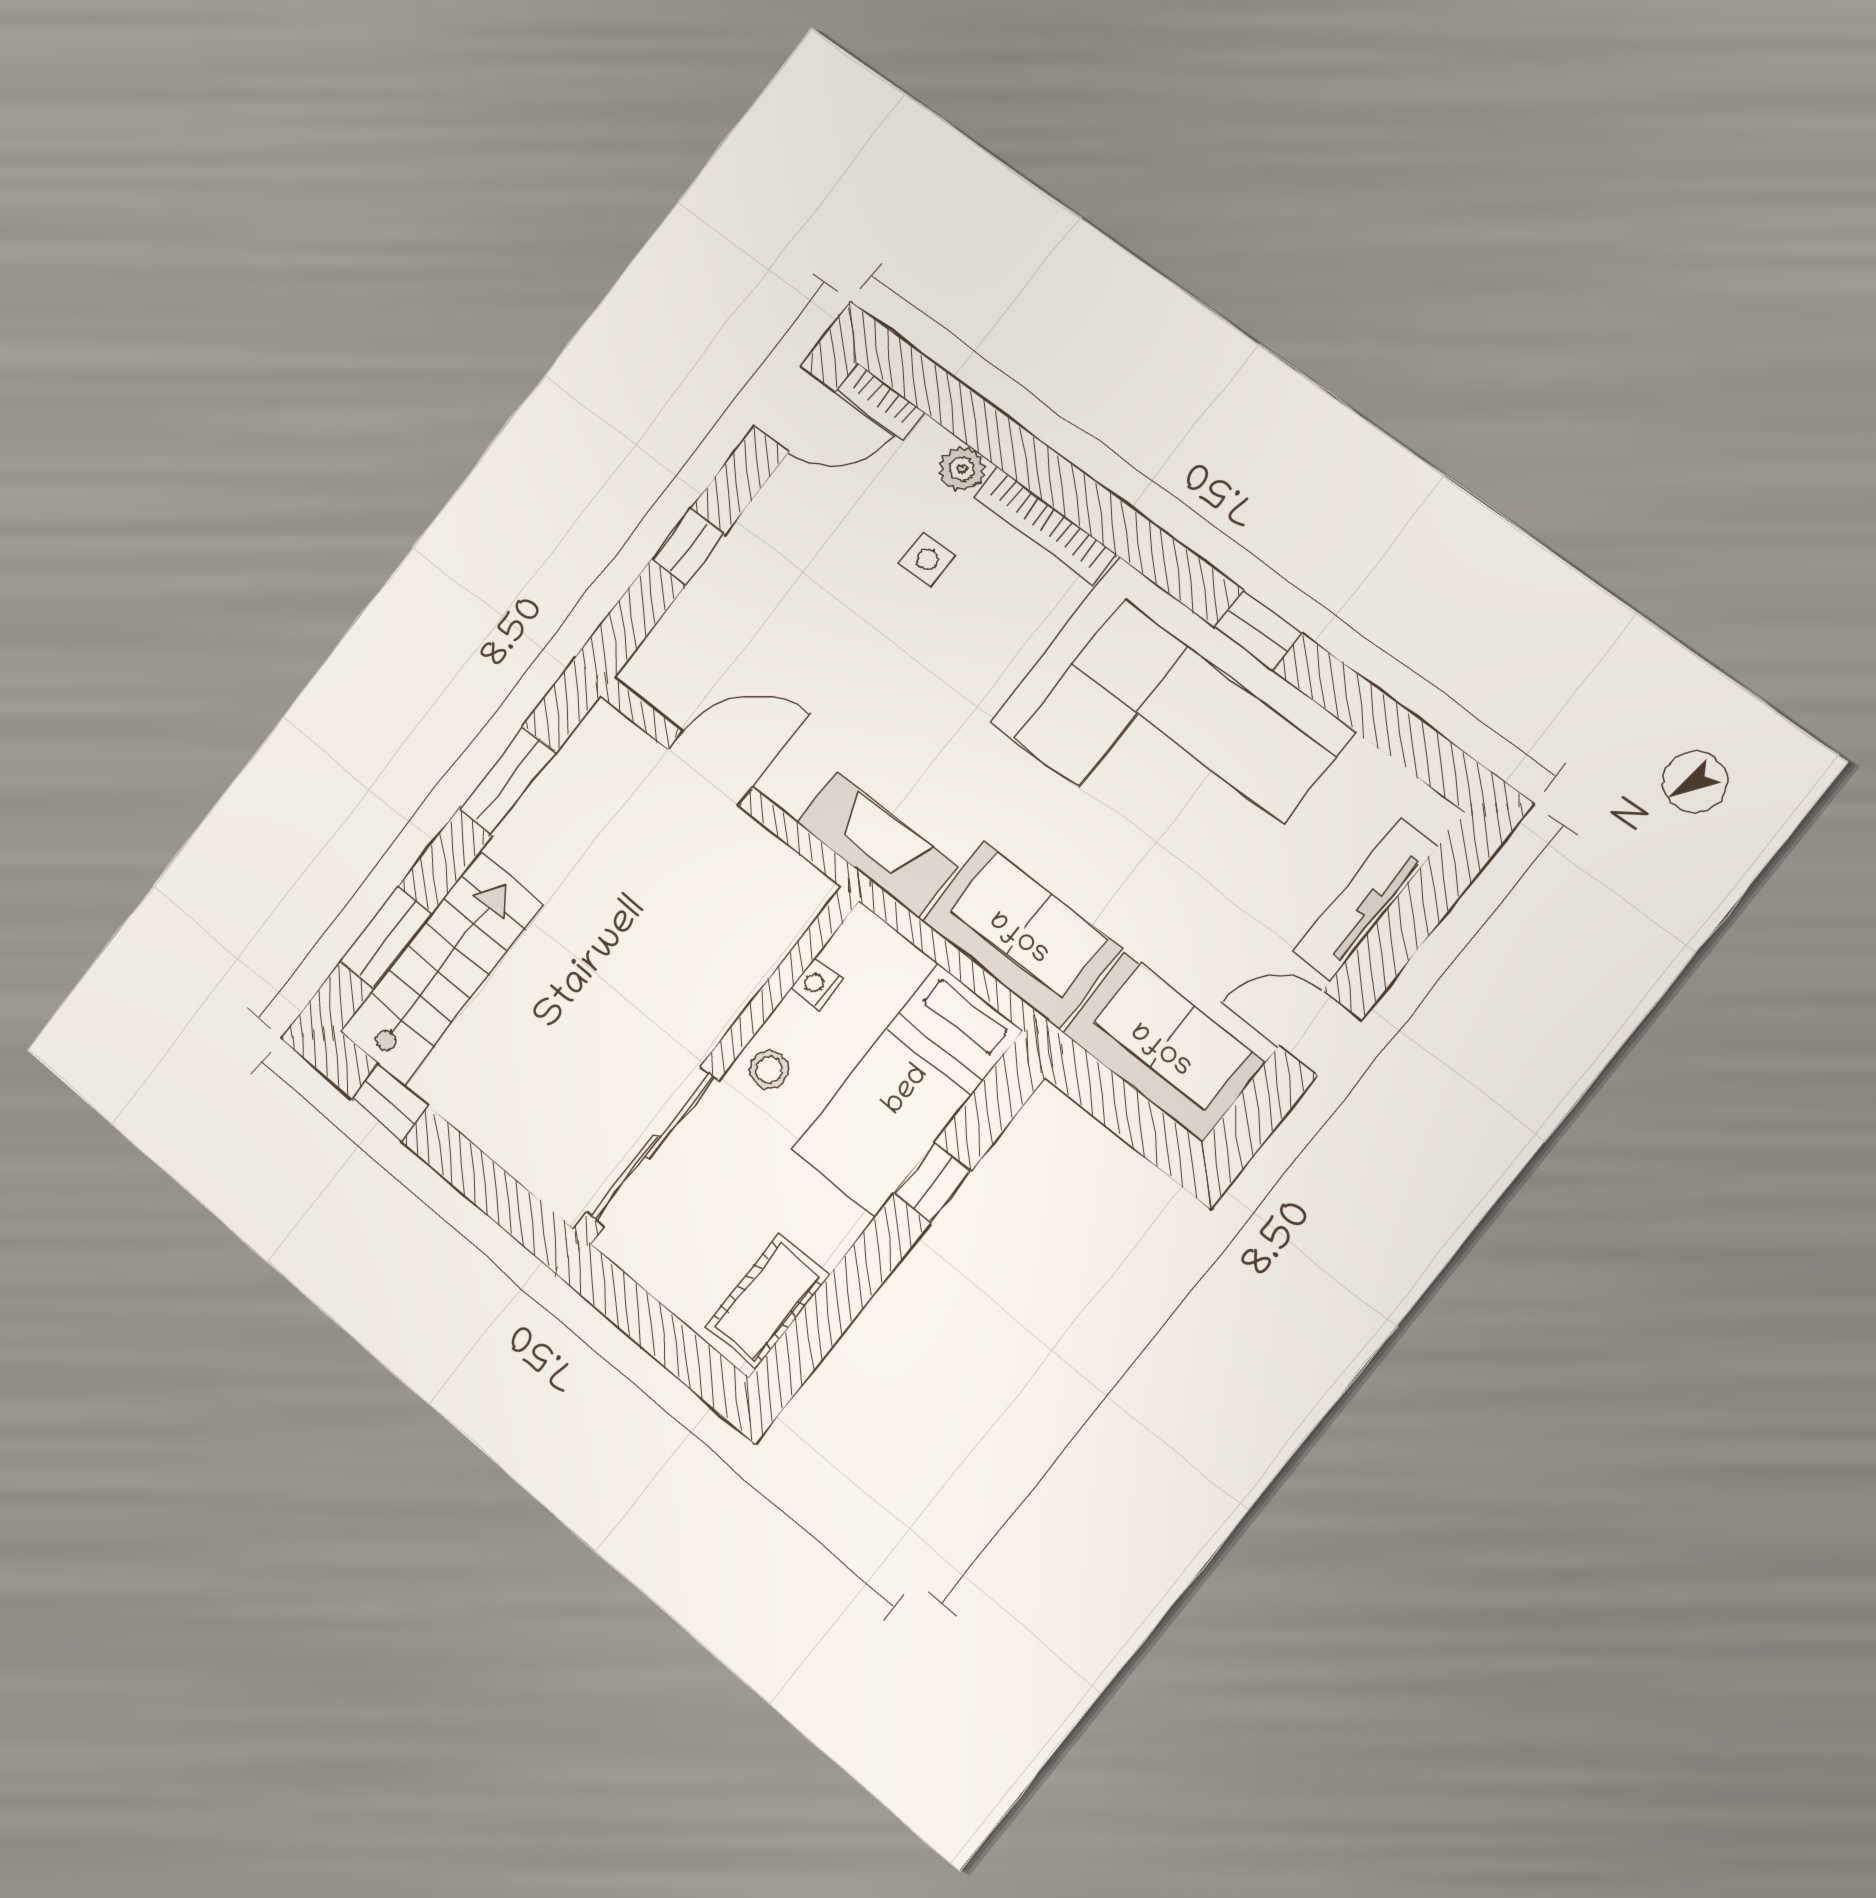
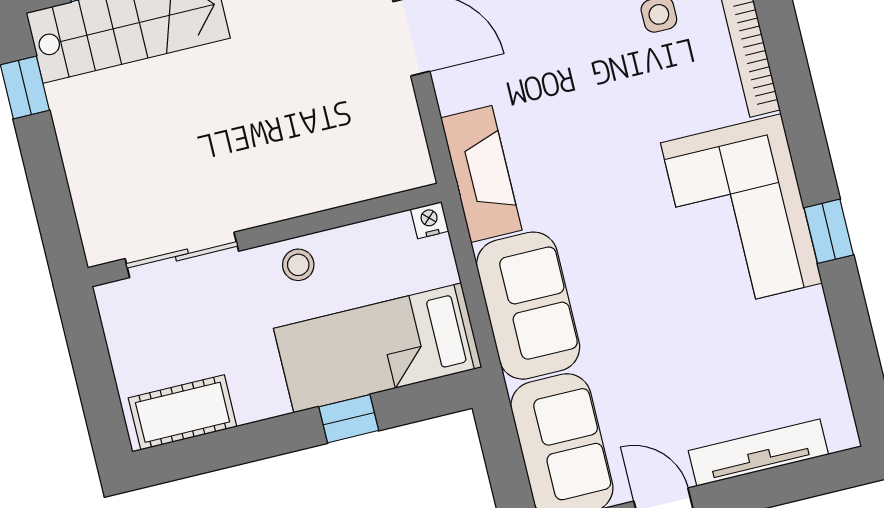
corner sofa: (1171, 726) -> (741, 213), width x0.73, depth x0.74
nightstand: (817, 984) -> (430, 220), moved
sliding door: (652, 1147) -> (182, 255), width x0.73

